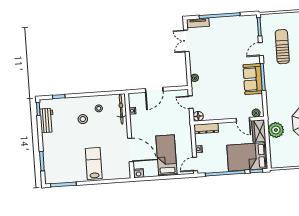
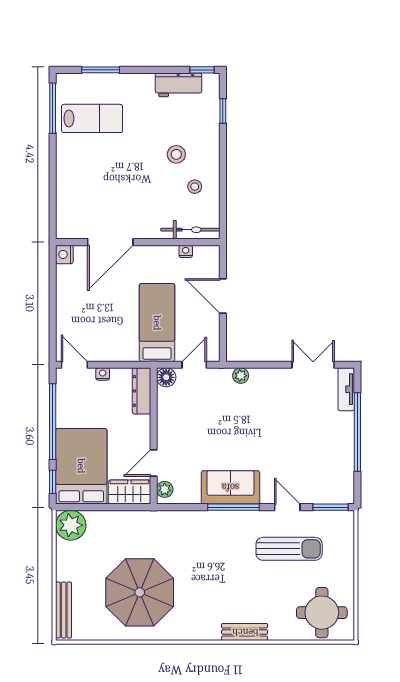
plant: (276, 130) -> (71, 525), moved
bed: (166, 155) -> (157, 323), moved, turned -90
lab bench: (94, 163) -> (92, 118), moved

